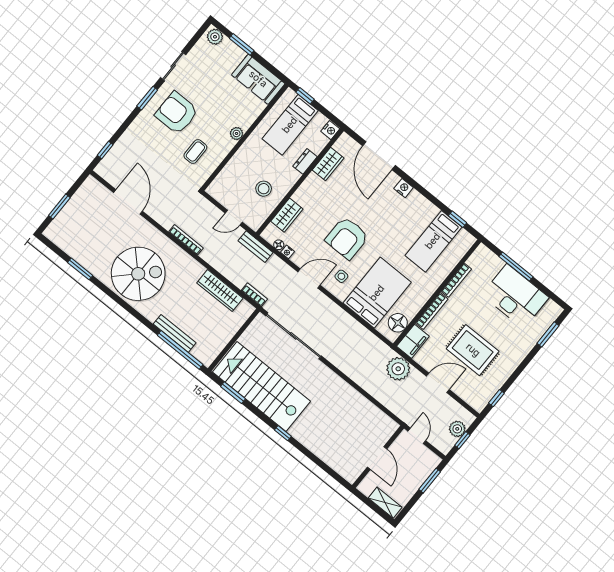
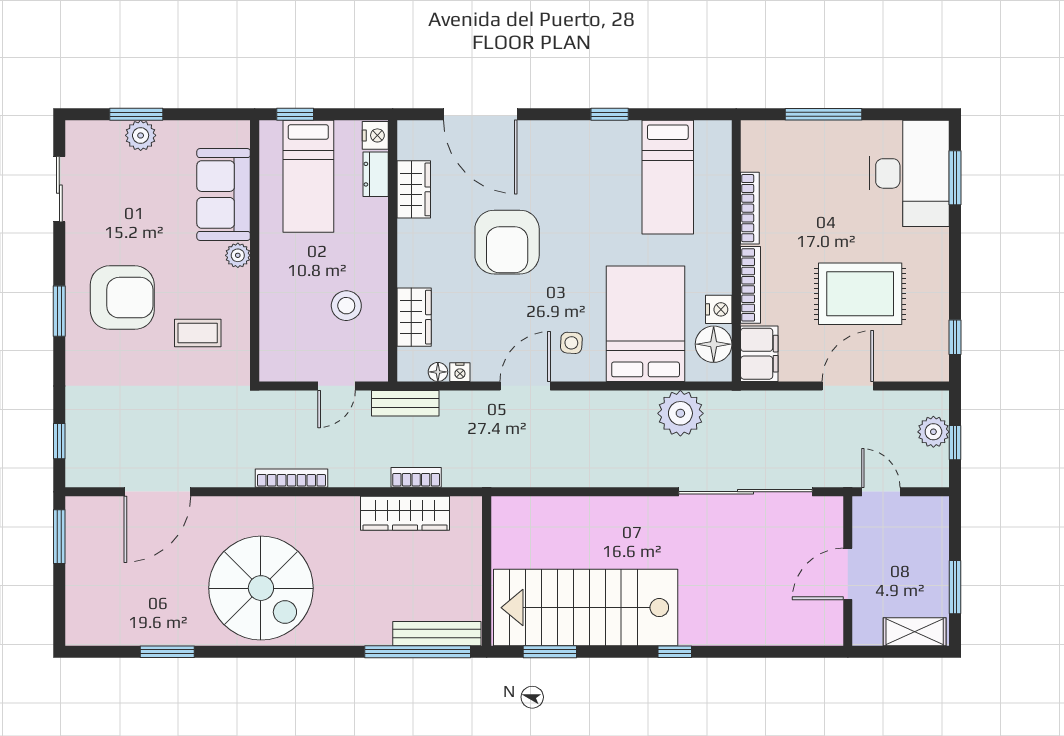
plant: (215, 37) -> (141, 135), moved
sliding door: (173, 66) -> (59, 189), moved
sofa: (258, 79) -> (224, 194), moved, turned 90
armchair: (177, 113) -> (122, 298), turned 180
coffee table: (195, 152) -> (198, 333), turned 90
dresser: (305, 161) -> (376, 174), moved
nightstand: (404, 188) -> (719, 309), moved, turned 90
door: (128, 202) -> (157, 492), swing flipped
window: (59, 207) -> (59, 537), moved
window: (458, 219) -> (610, 114), moved
armchair: (347, 238) -> (507, 242), moved
spiral stairs: (138, 274) -> (261, 588), turned 90
bookcase: (254, 295) -> (416, 477), moved
desk: (515, 296) -> (909, 173), moved, turned 90
bench: (175, 333) -> (437, 634), moved
sliding door: (293, 336) -> (746, 492), moved
plant: (398, 369) -> (680, 413), moved
door: (377, 458) -> (848, 574), swing flipped
window: (430, 481) -> (955, 587), moved

